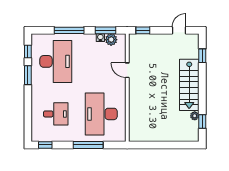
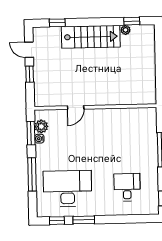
window: (143, 30) -> (30, 74), moved
desk: (101, 114) -> (126, 136), removed

